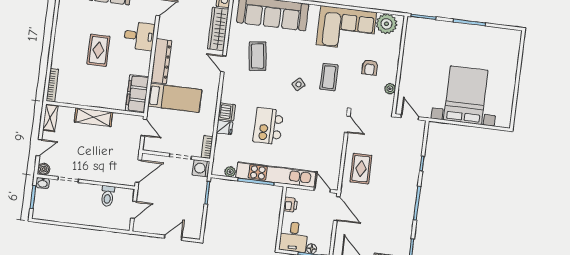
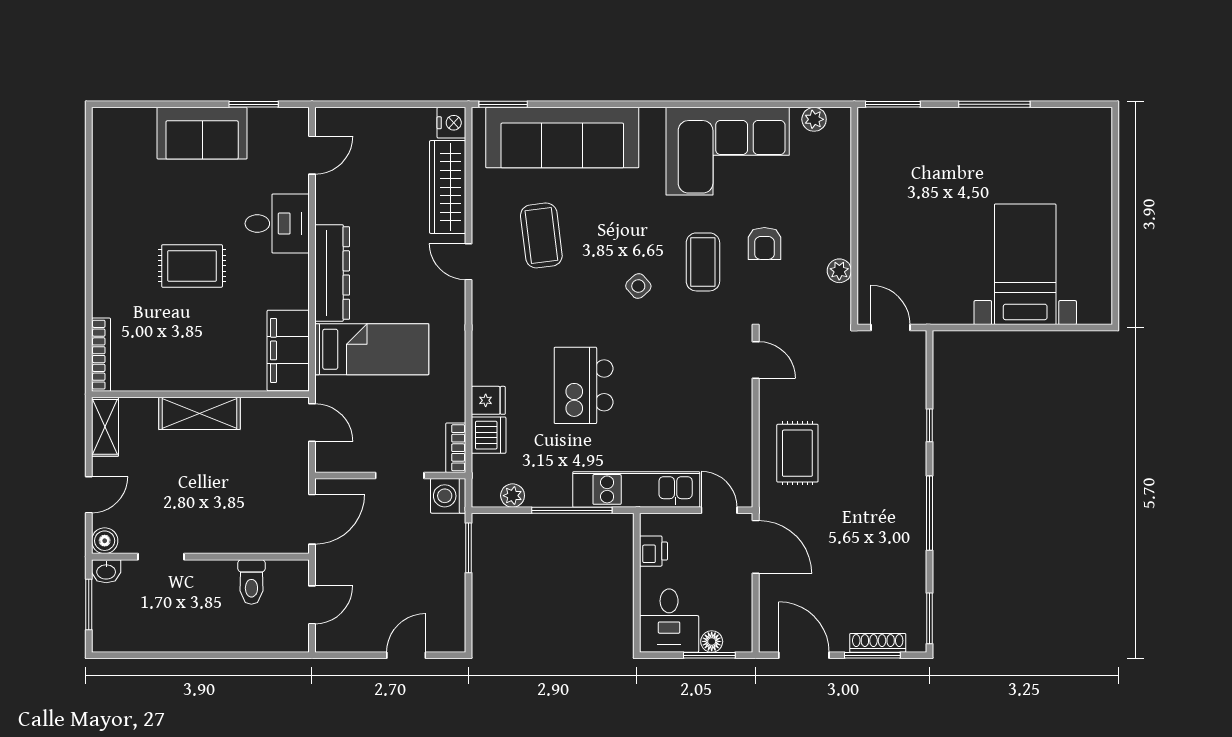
plant: (387, 24) -> (814, 119), width x0.53, depth x0.53
rug: (98, 50) -> (192, 266), turned 90
armchair: (370, 67) -> (764, 243), moved
bed with nightstands: (466, 95) -> (1025, 264), width x0.73
dishwasher: (227, 112) -> (489, 435), moved
kitchen unit: (276, 175) -> (636, 489), width x0.73

